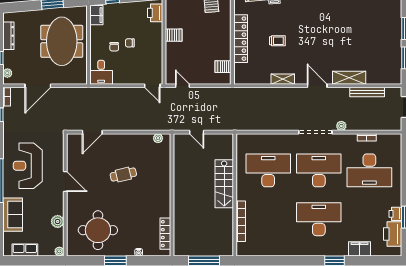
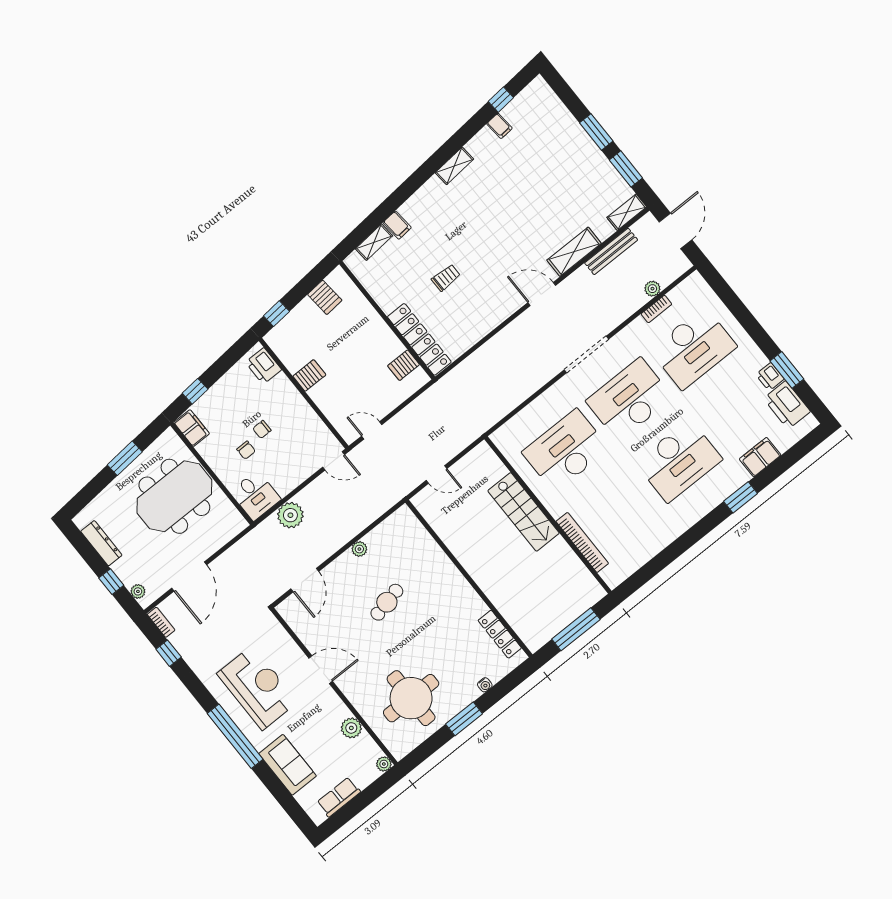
locker: (241, 39) -> (419, 339), moved
meeting table: (62, 41) -> (174, 496), turned 90
shelving: (283, 79) -> (627, 212), moved
plant: (110, 95) -> (290, 515), added
plant: (341, 126) -> (652, 289), moved
plant: (158, 138) -> (359, 549), moved
reception desk: (28, 166) -> (257, 688), turned 180
desk: (319, 219) -> (679, 461), turned 180

